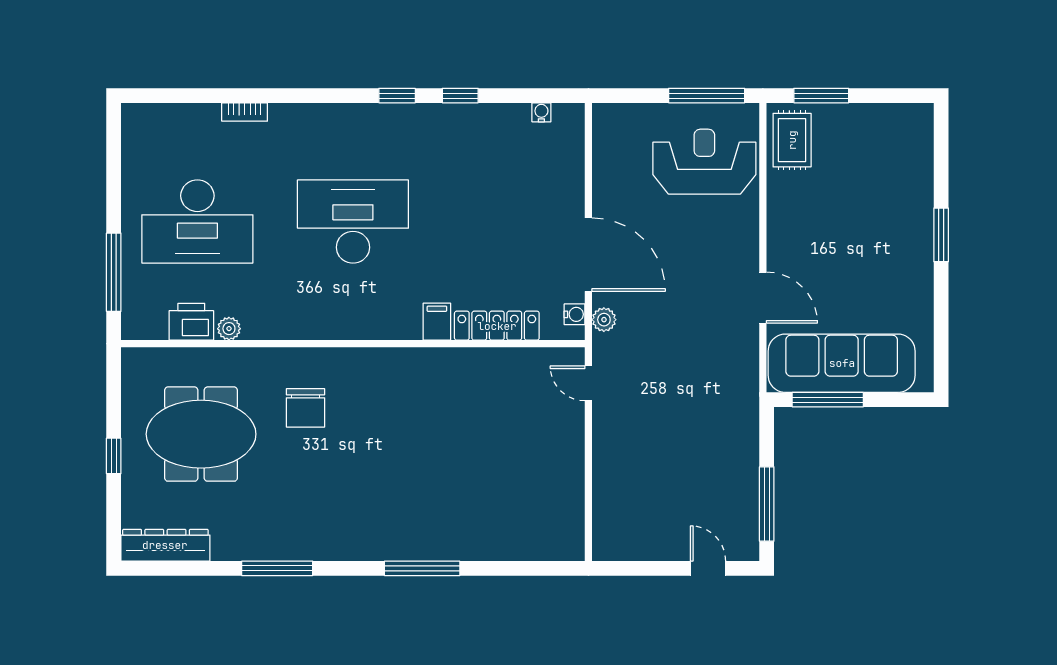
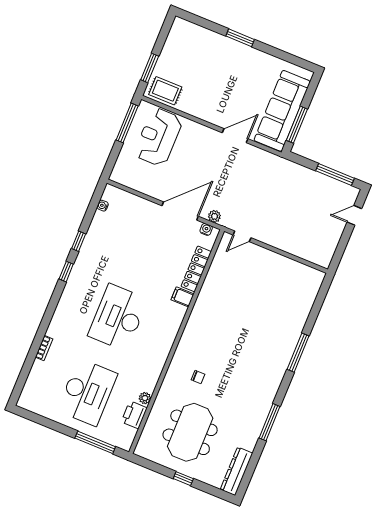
chair: (305, 408) -> (198, 377), width x0.54, depth x0.54

